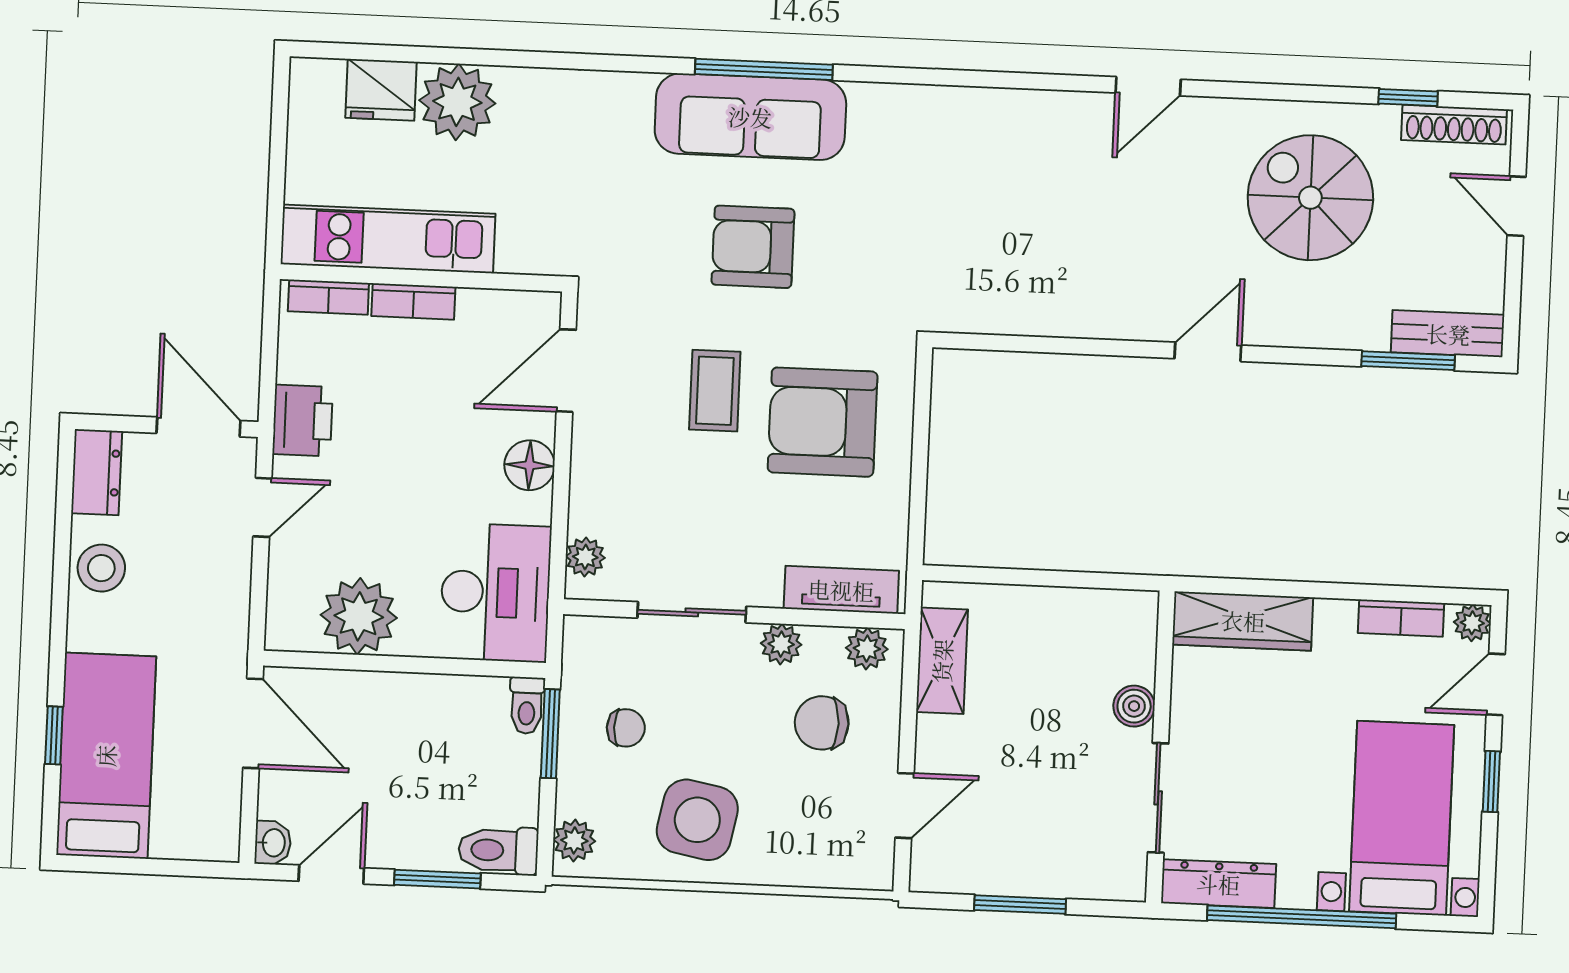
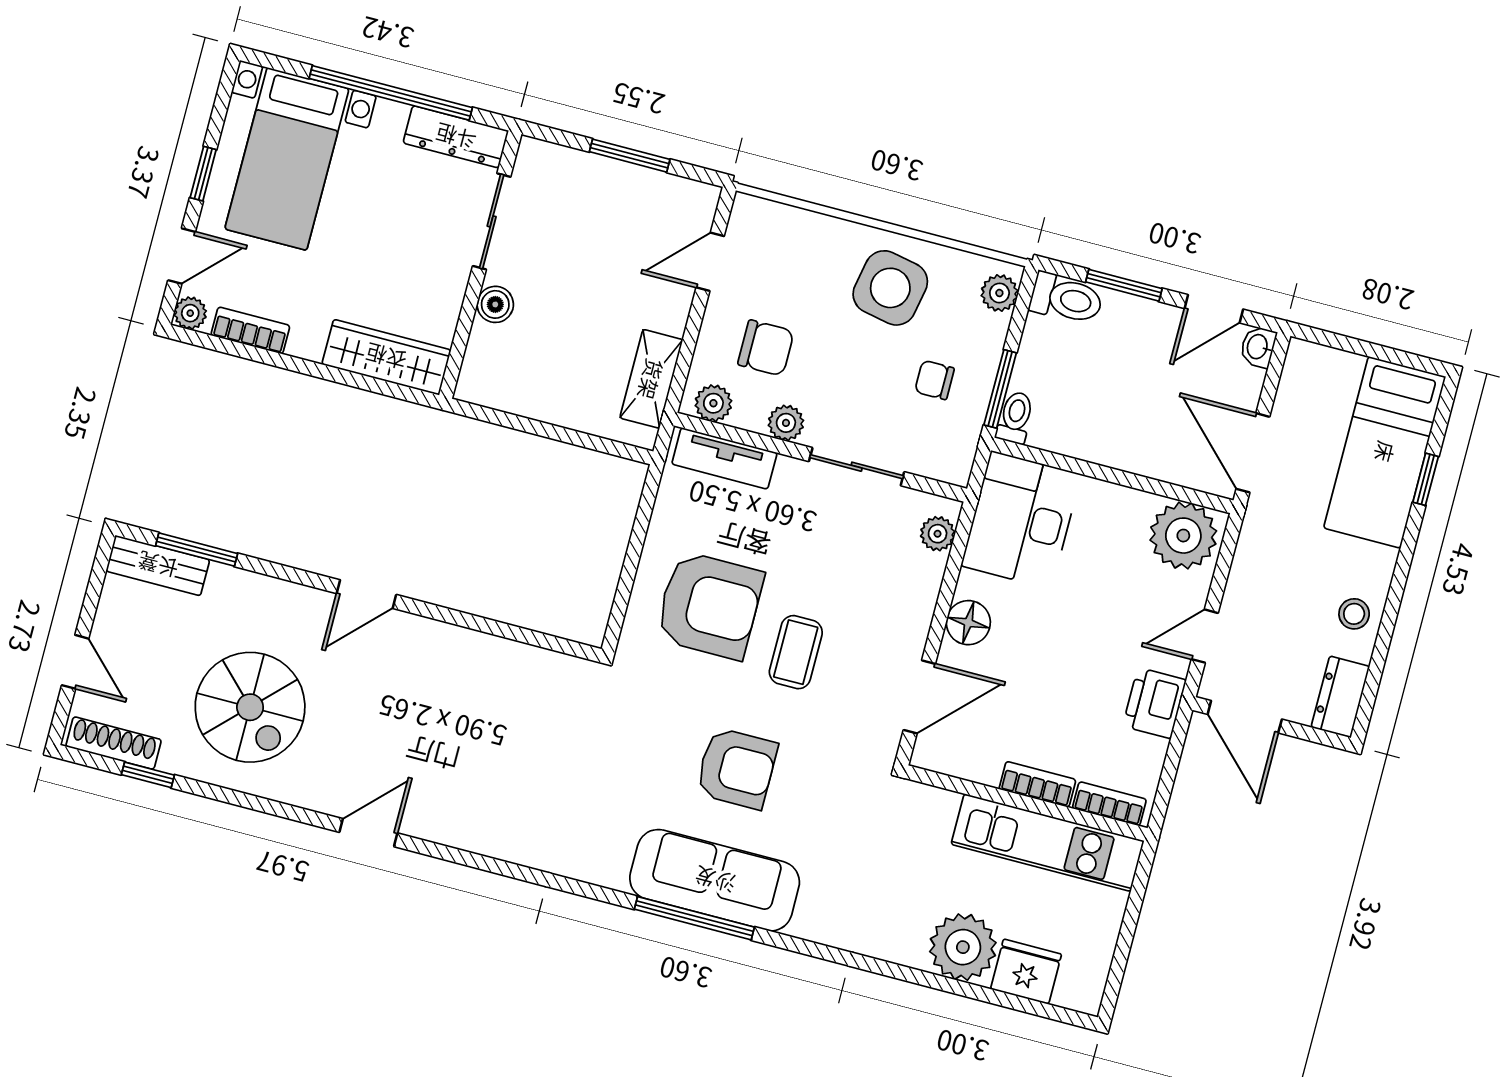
stool: (101, 568) -> (1354, 614), width x0.73, depth x0.73
plant: (359, 616) -> (1183, 536), moved

